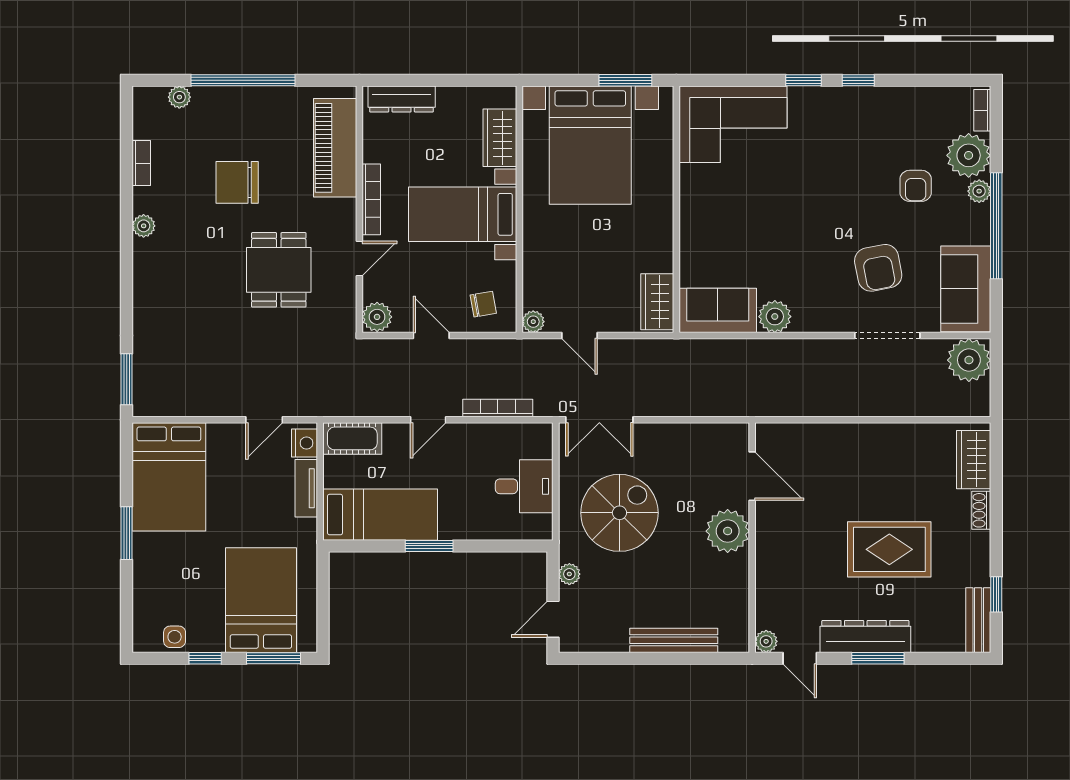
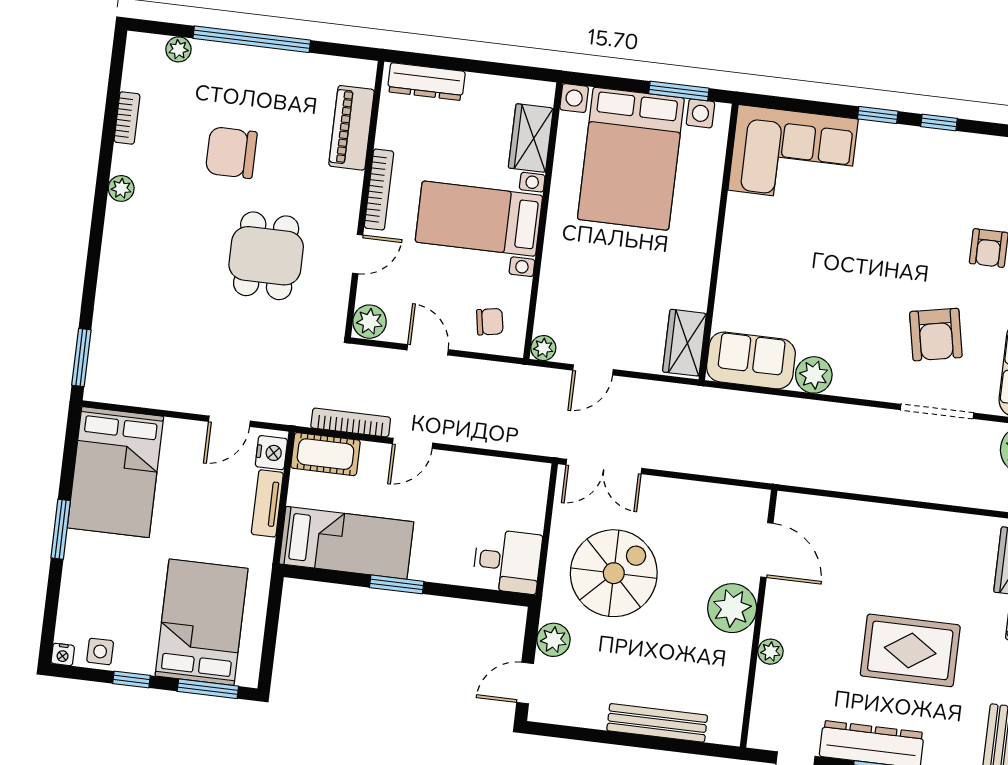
piano: (335, 148) -> (351, 128), width x0.73, depth x0.75
door: (579, 336) -> (593, 370), hinge flipped
bookcase: (498, 408) -> (351, 423), moved
desk: (524, 486) -> (507, 561), moved
plant: (569, 574) -> (553, 640), width x1.38, depth x1.38
plant: (766, 641) -> (770, 652), moved
nightstand: (142, 643) -> (63, 654), added

